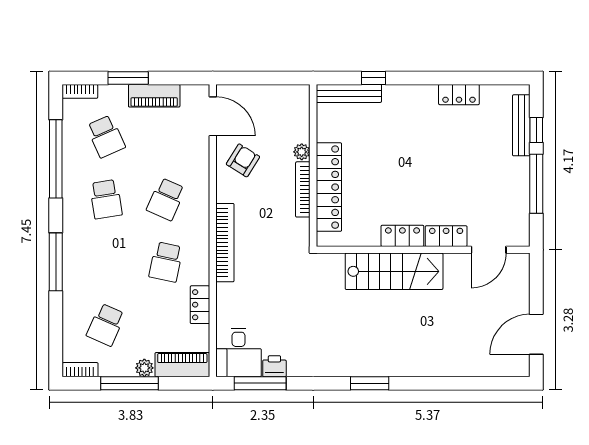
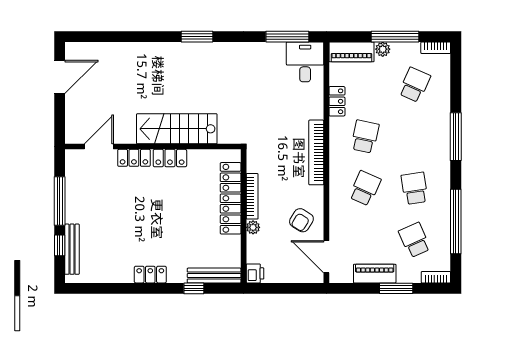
locker: (459, 95) -> (150, 275), moved
printer: (274, 366) -> (255, 273), moved, turned -90

